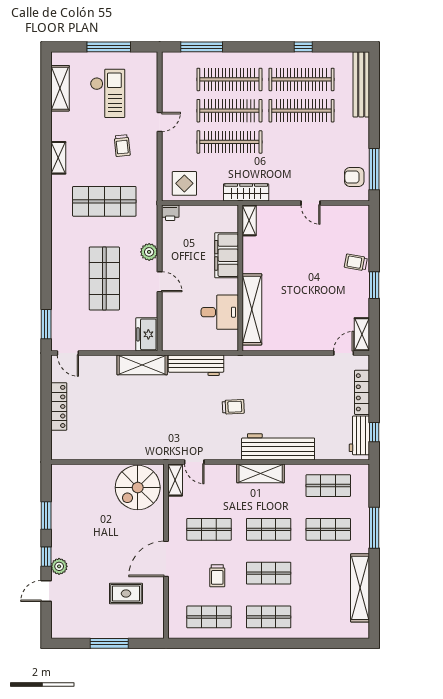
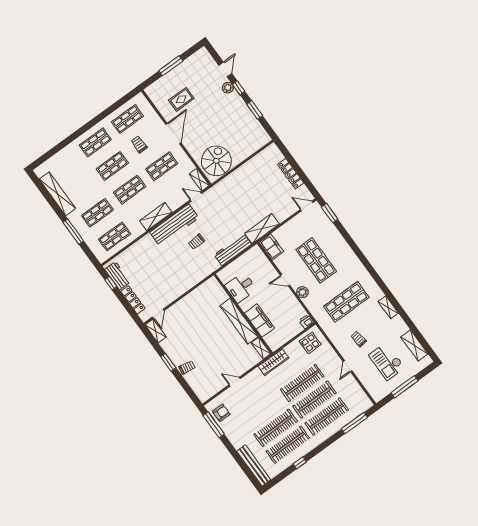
shelving: (252, 309) -> (239, 321), moved
workbench: (278, 447) -> (174, 225), moved

